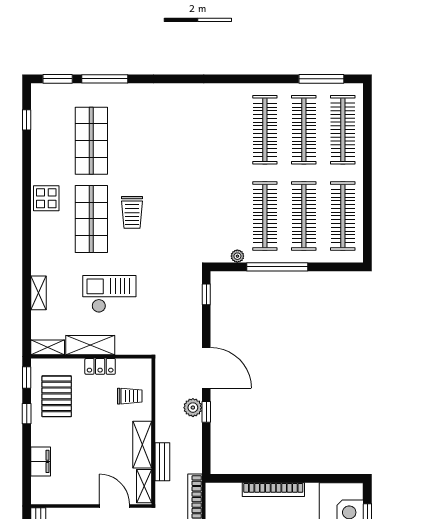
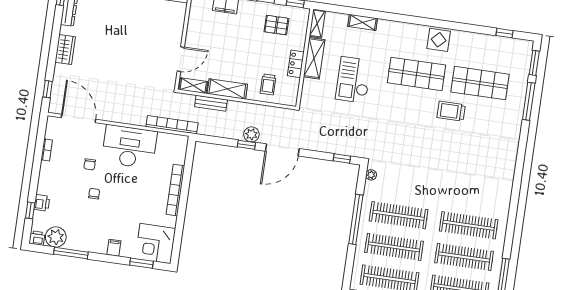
trolley: (132, 212) -> (451, 111), moved
plant: (237, 256) -> (371, 175), moved
checkout: (109, 294) -> (353, 80), turned 180
pallet: (57, 396) -> (276, 25), width x0.67, depth x0.71

